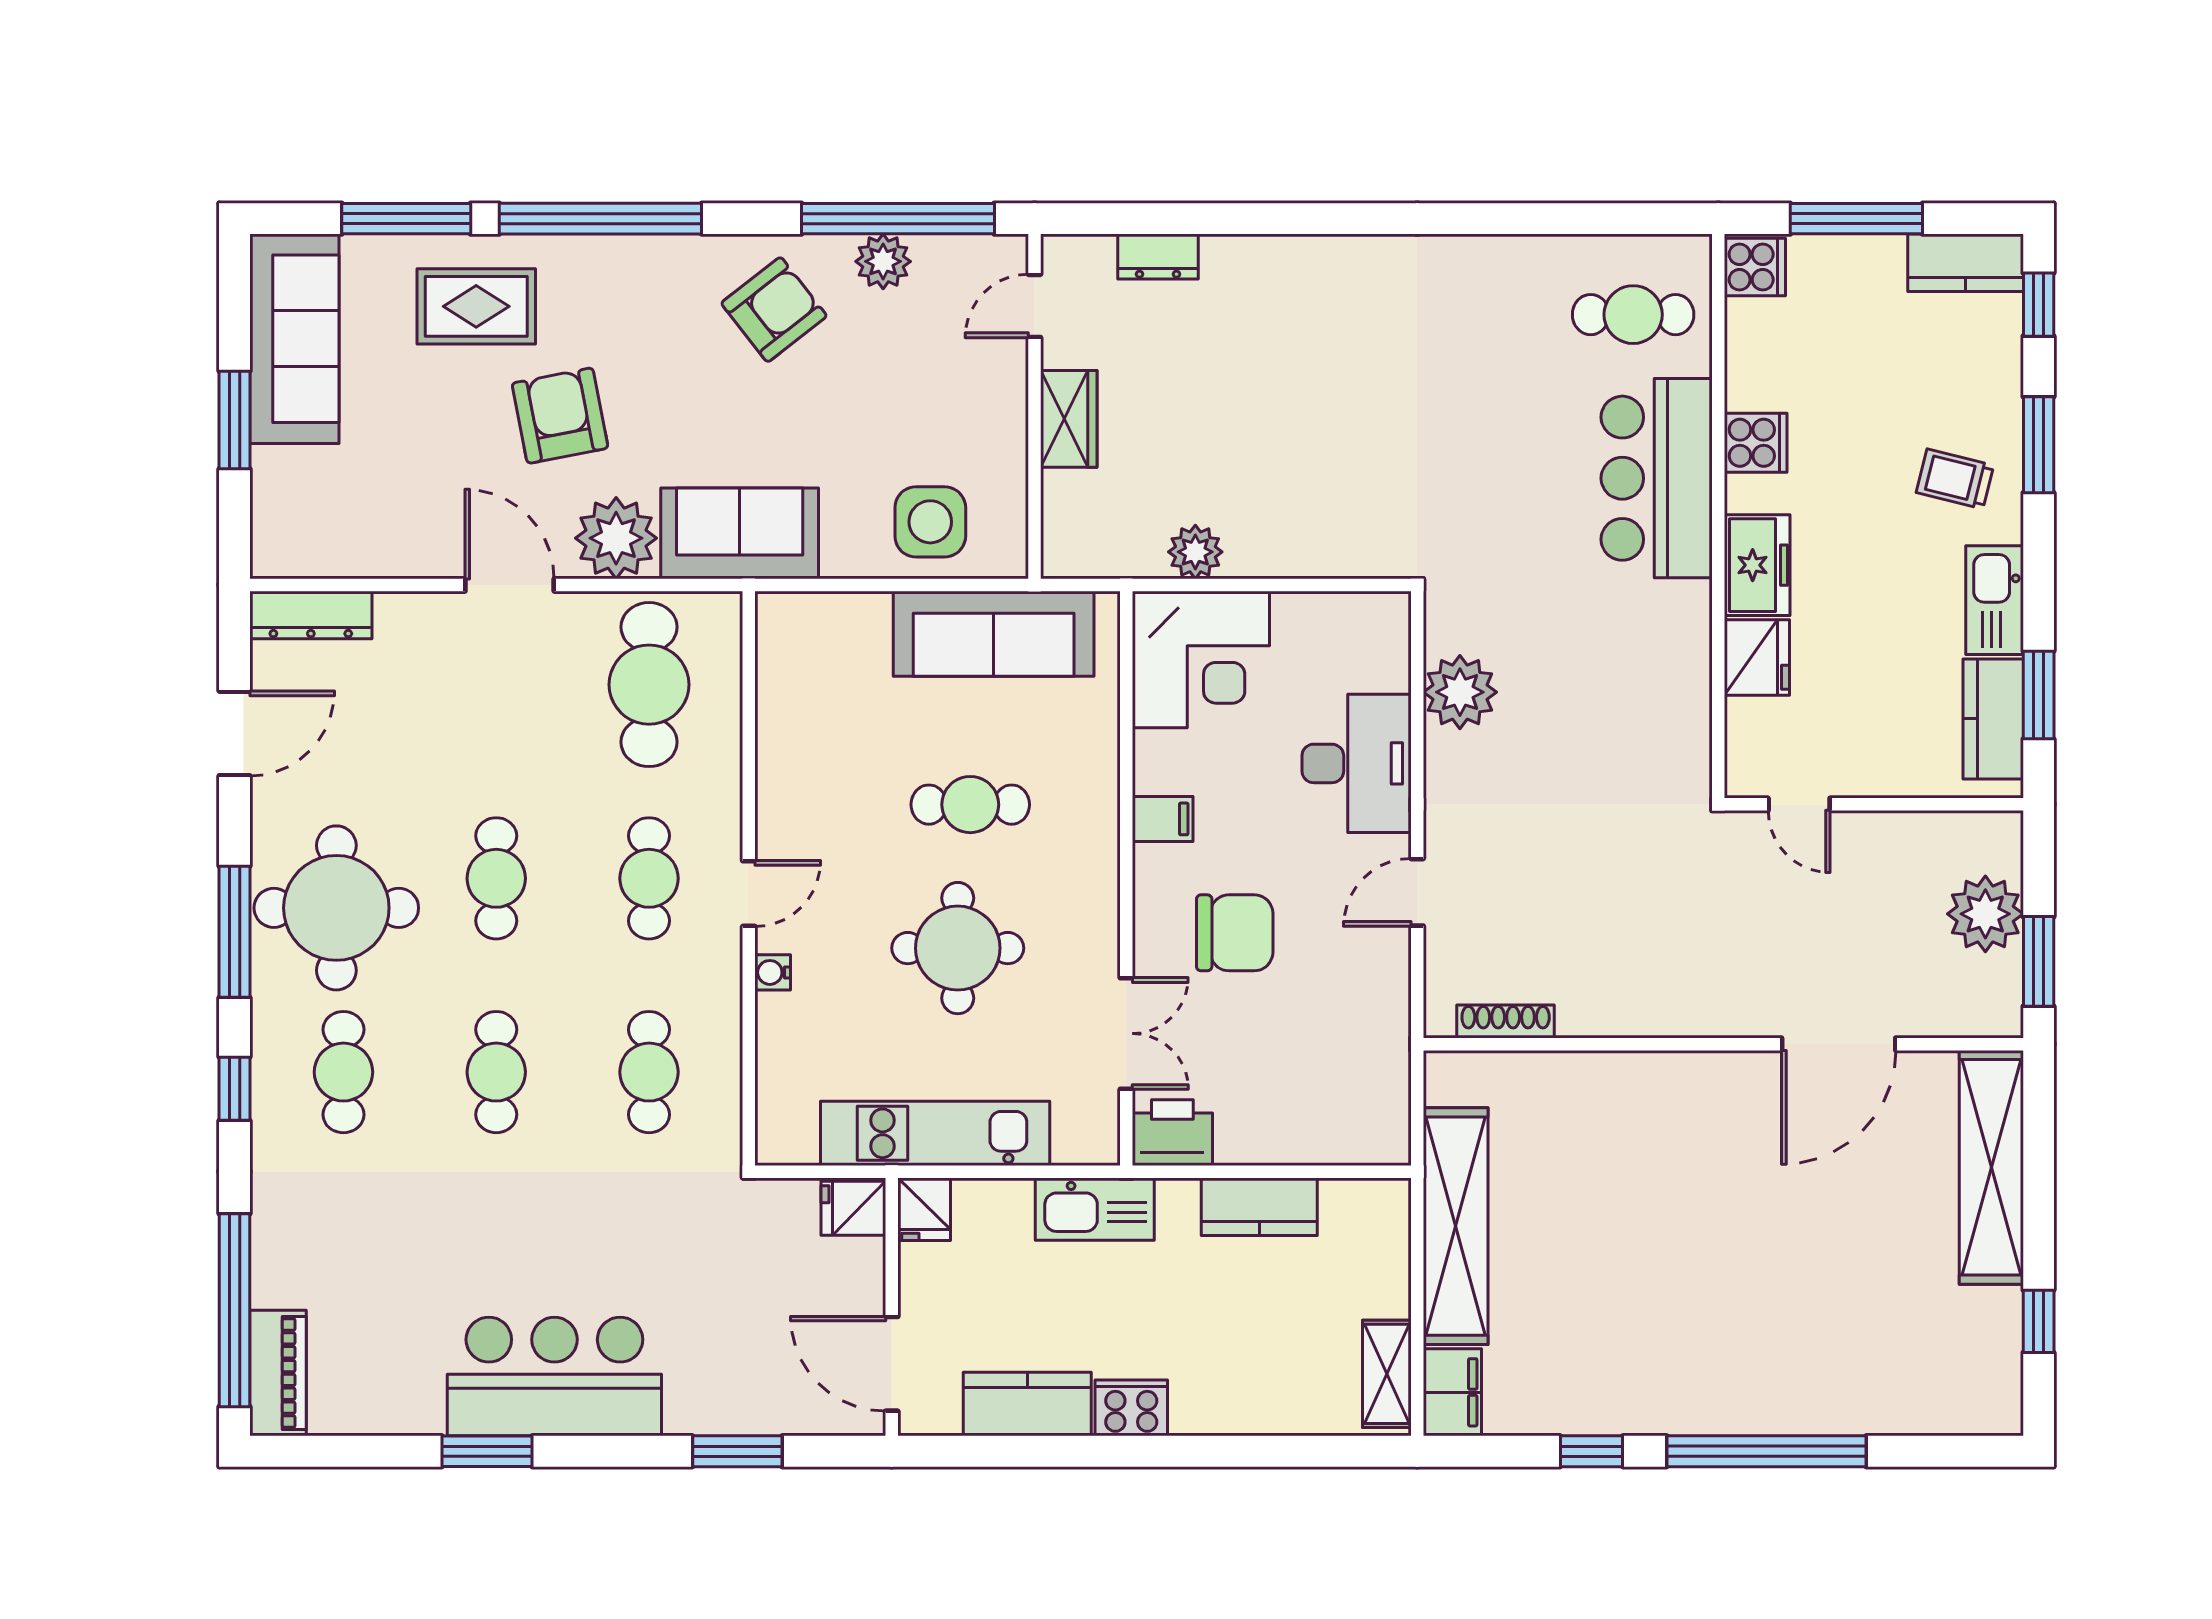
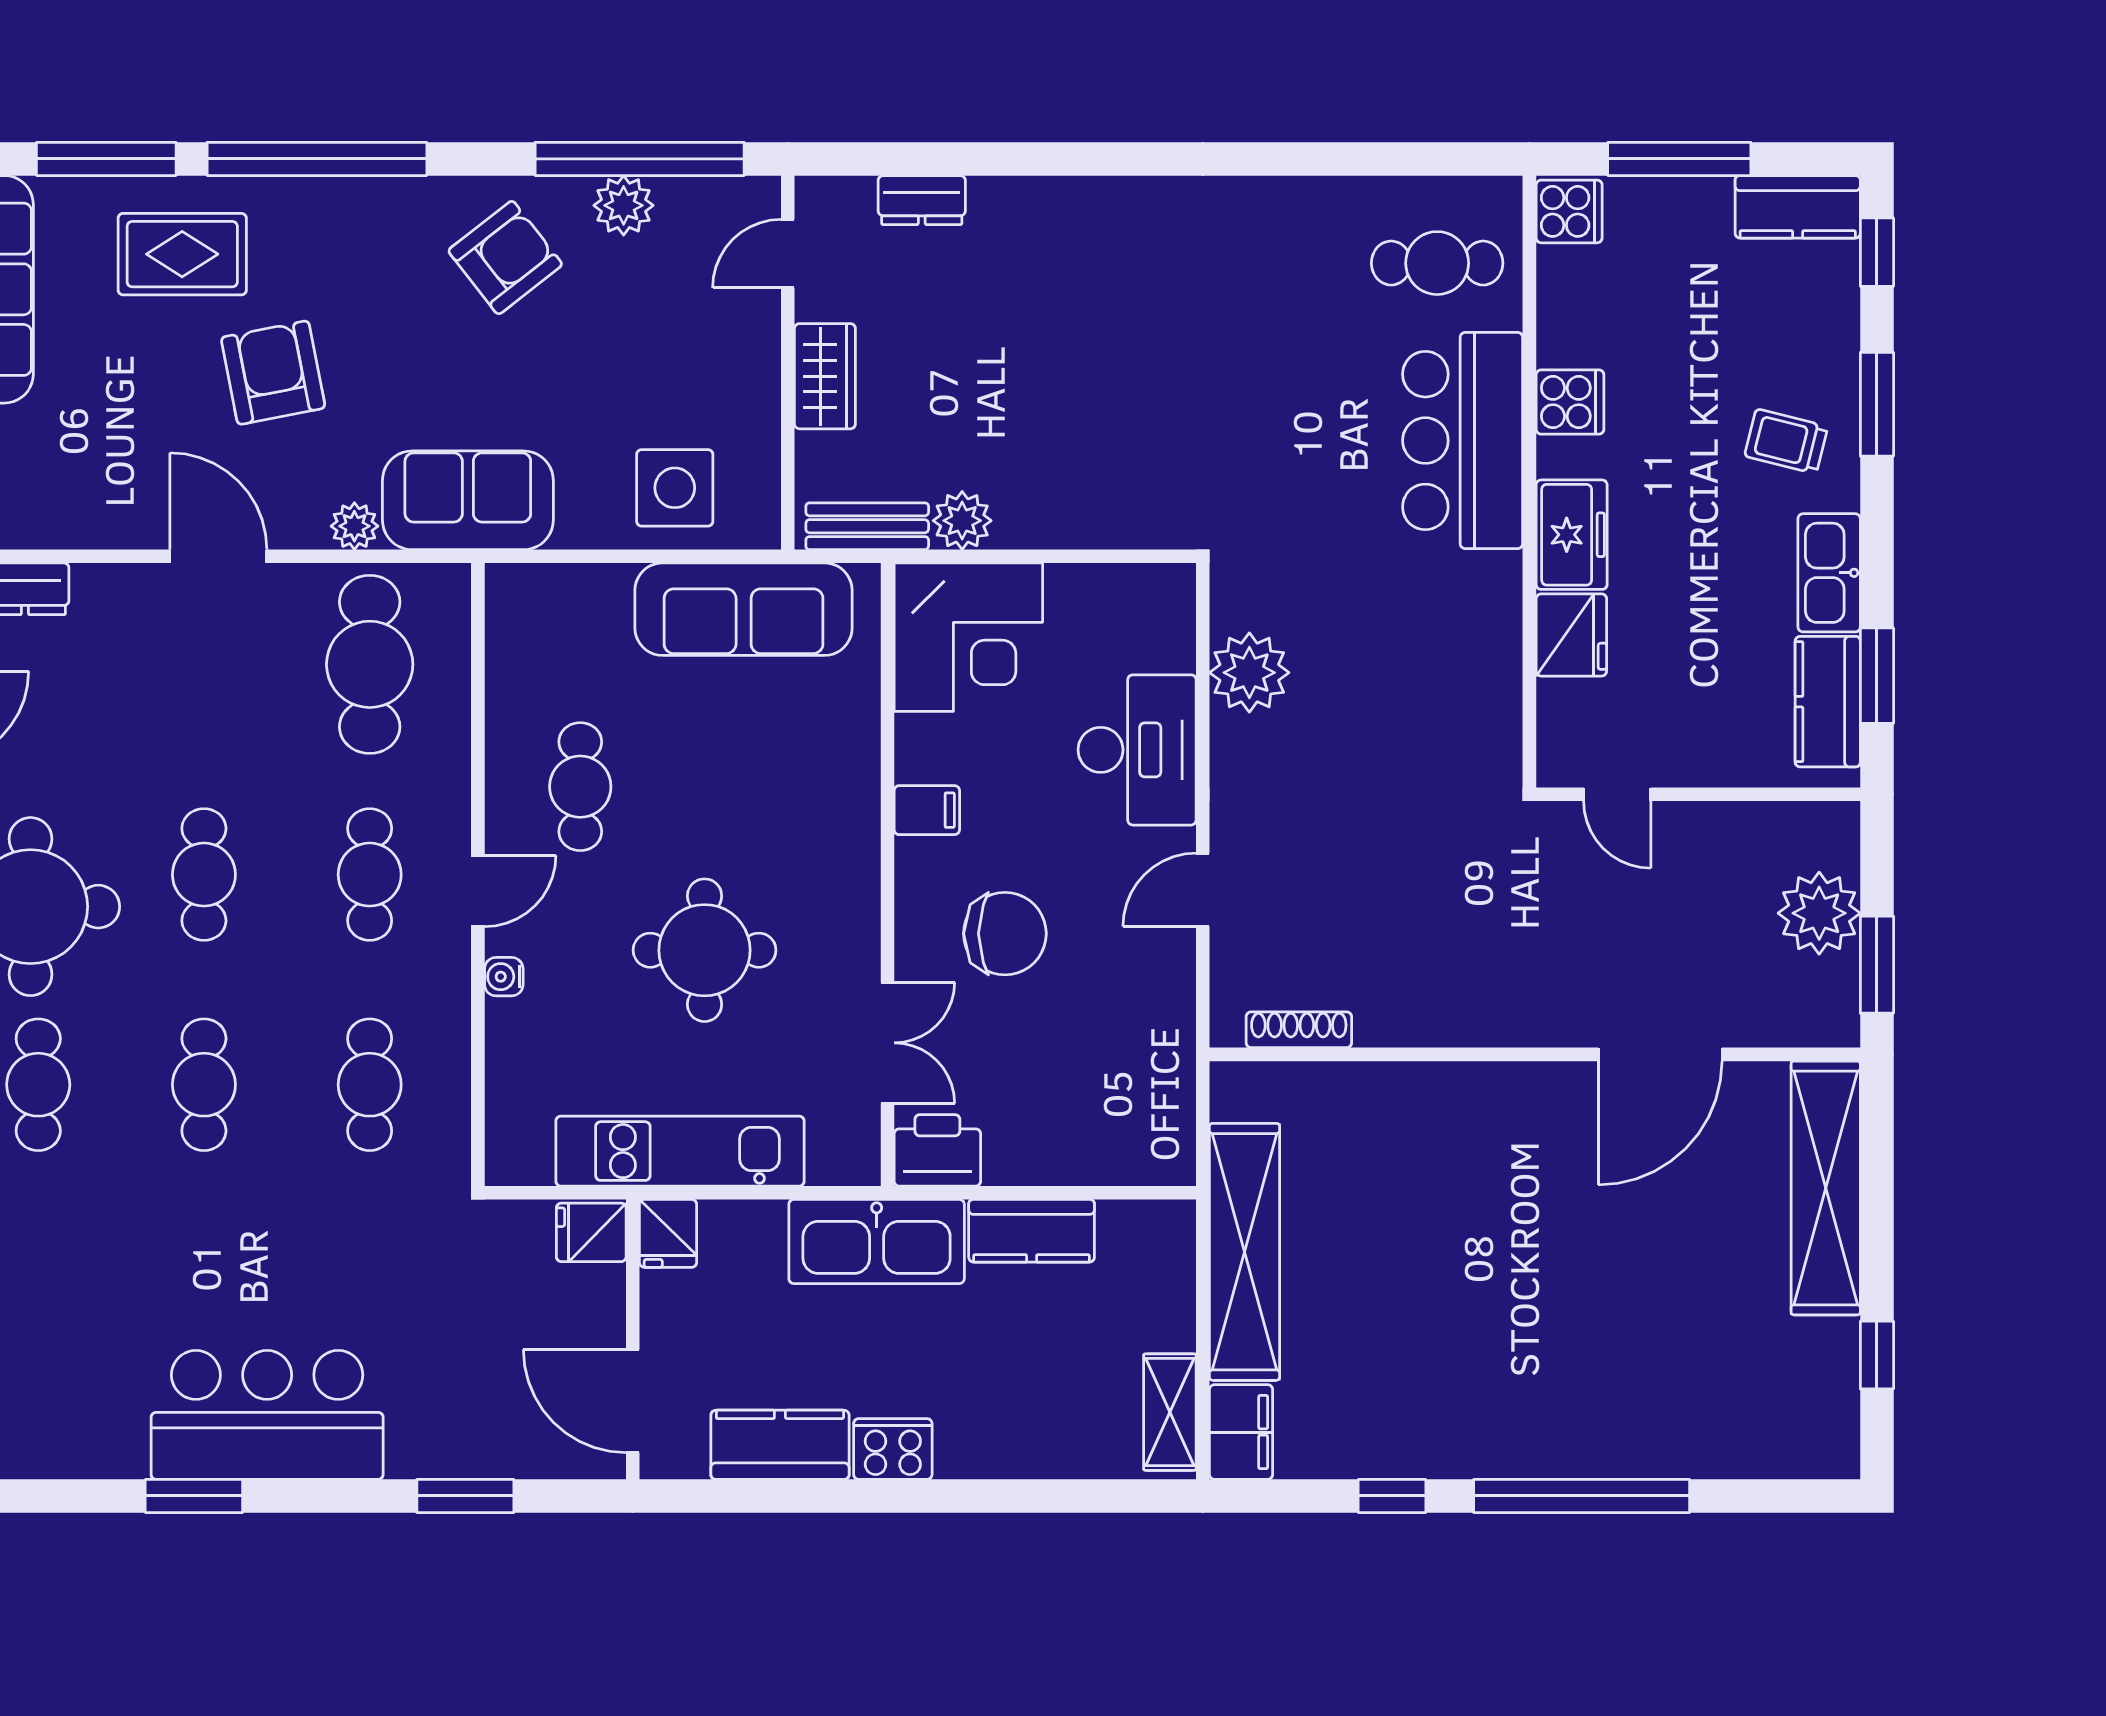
plant: (616, 538) -> (354, 526), width x0.53, depth x0.53
bench: (1108, 557) -> (867, 526), added
cafe table: (970, 805) -> (580, 787), moved, turned 90
kitchen sink: (1095, 1209) -> (877, 1241), width x1.36, depth x1.24

